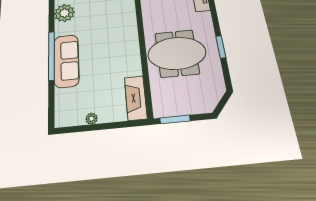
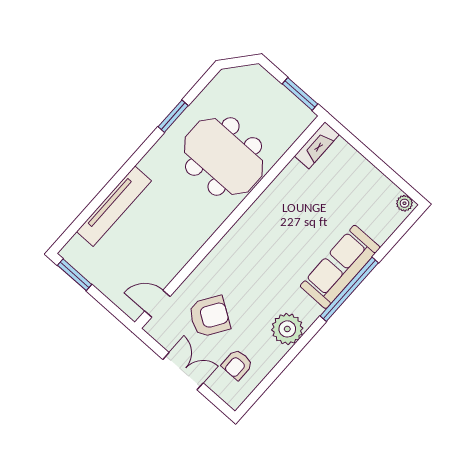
fireplace: (136, 98) -> (317, 145), width x0.73, depth x0.76
plant: (92, 119) -> (404, 203), moved

